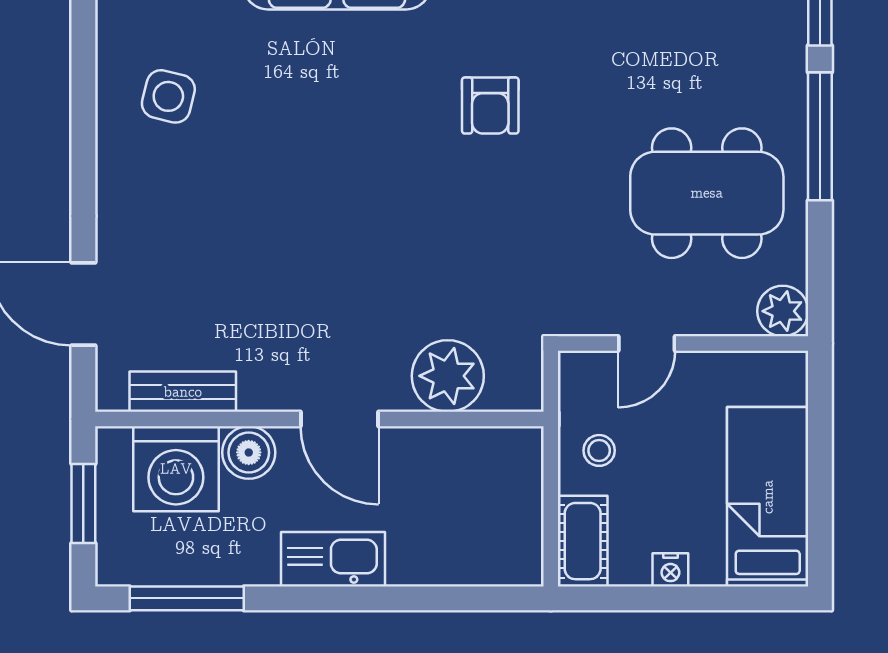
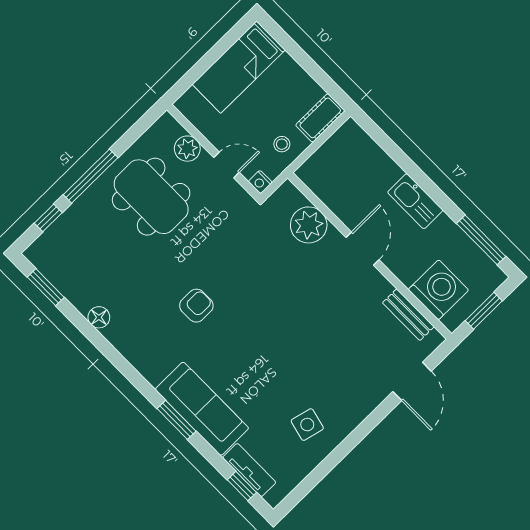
plant: (783, 311) -> (187, 149), moved
boiler: (249, 452) -> (407, 269), removed
nightstand: (670, 570) -> (260, 182), moved, turned 180

